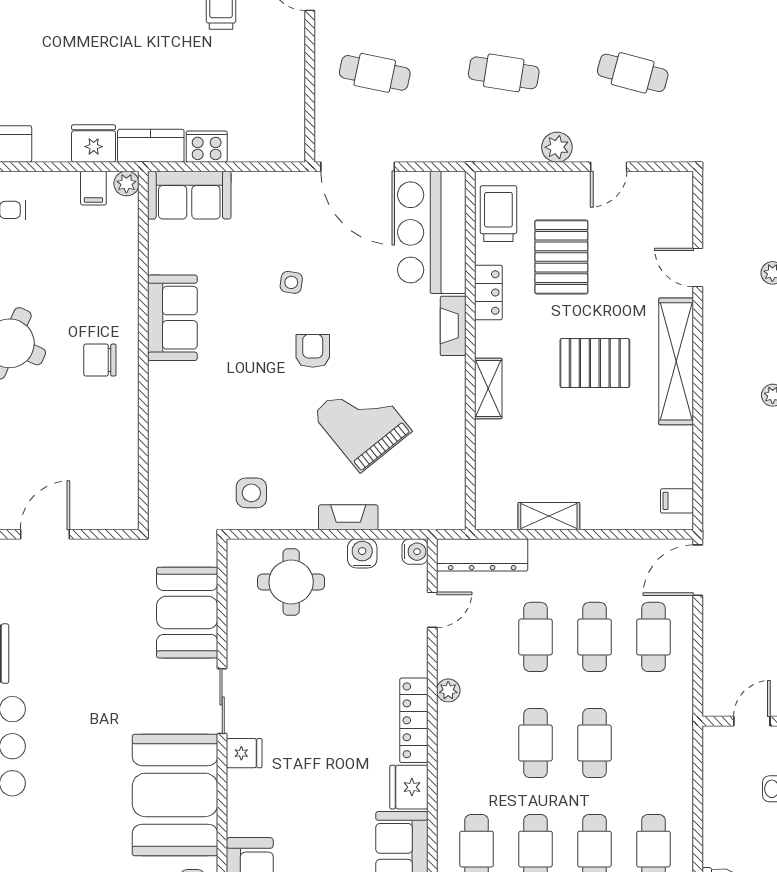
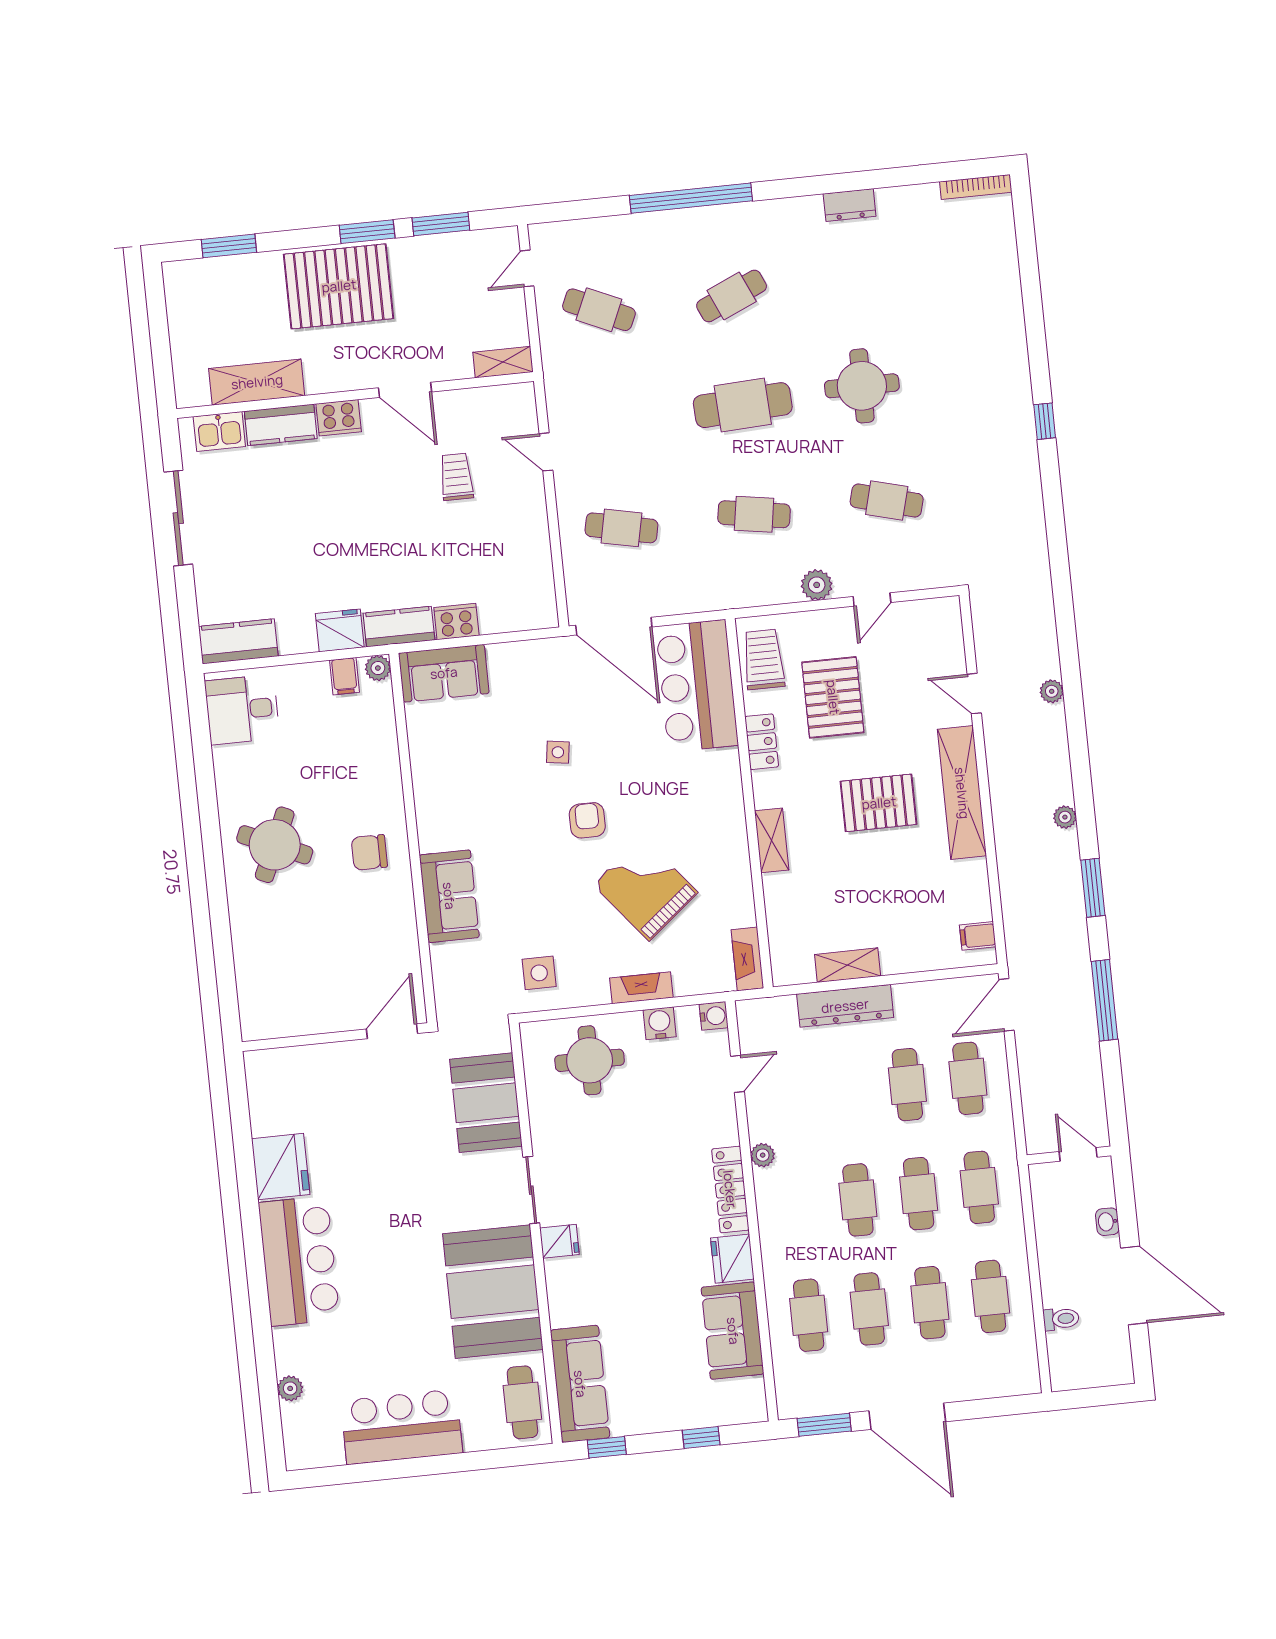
sofa: (172, 318) -> (449, 896), moved
fireplace: (453, 326) -> (747, 959), moved
door: (45, 534) -> (392, 1031), moved
dresser: (482, 555) -> (845, 1006), moved
cafe table: (536, 637) -> (979, 1187), moved
door: (752, 721) -> (1078, 1154), hinge flipped

